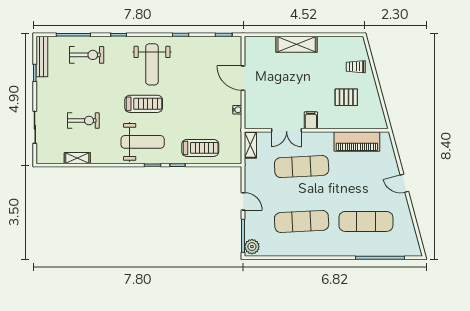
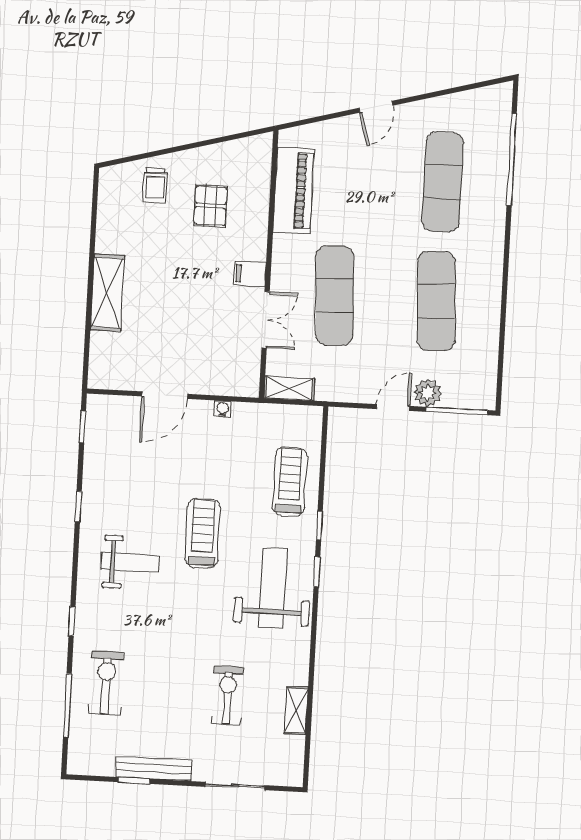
bench: (42, 57) -> (154, 769), moved
weight bench: (152, 64) -> (130, 563), width x0.73, depth x0.75
treadmill: (144, 104) -> (203, 533), moved
plant: (252, 247) -> (428, 393), moved

